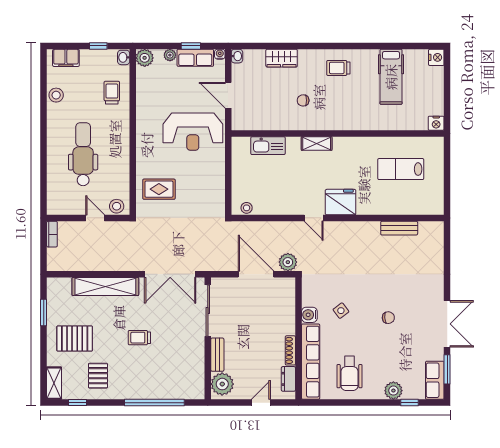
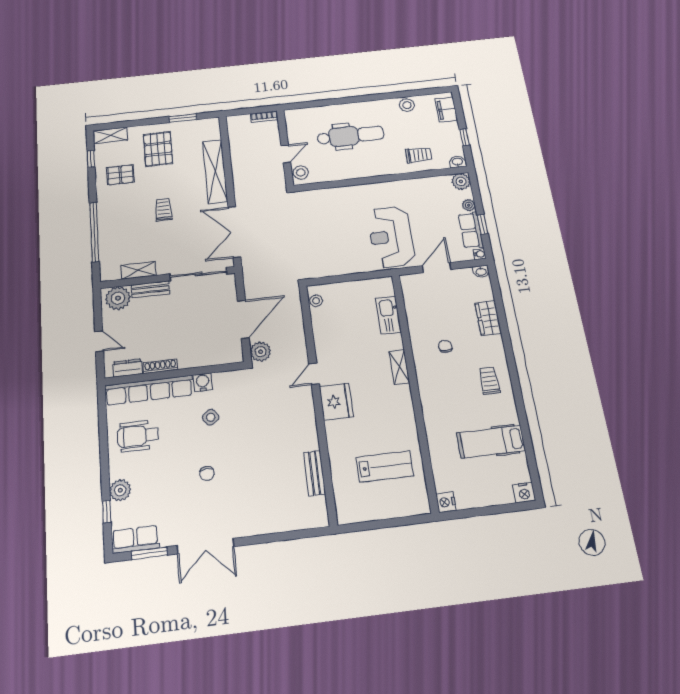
lab bench: (401, 169) -> (385, 466), turned 90
rug: (159, 189) -> (324, 211), removed
shelving: (198, 364) -> (138, 270), added

